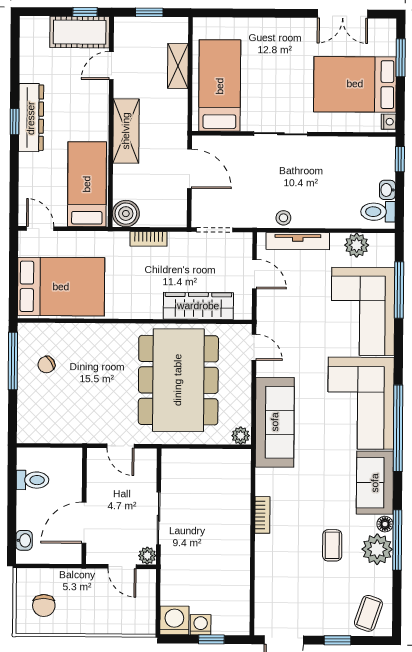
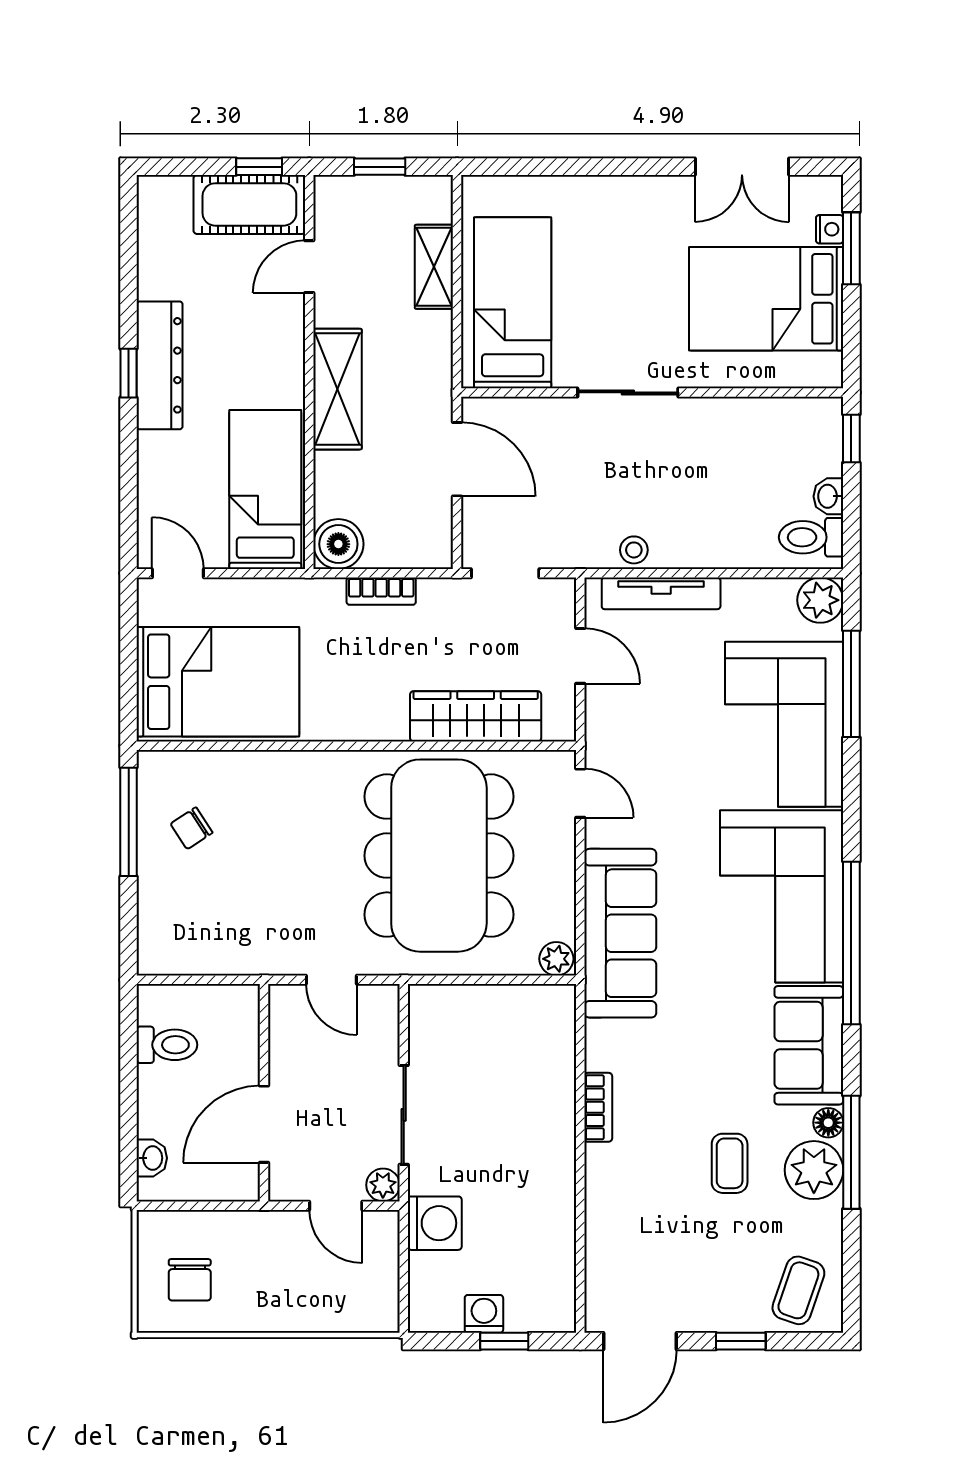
nightstand: (389, 122) -> (830, 229), moved
plant: (357, 245) -> (820, 600), moved
washing machine: (174, 620) -> (435, 1223), moved, turned 90

